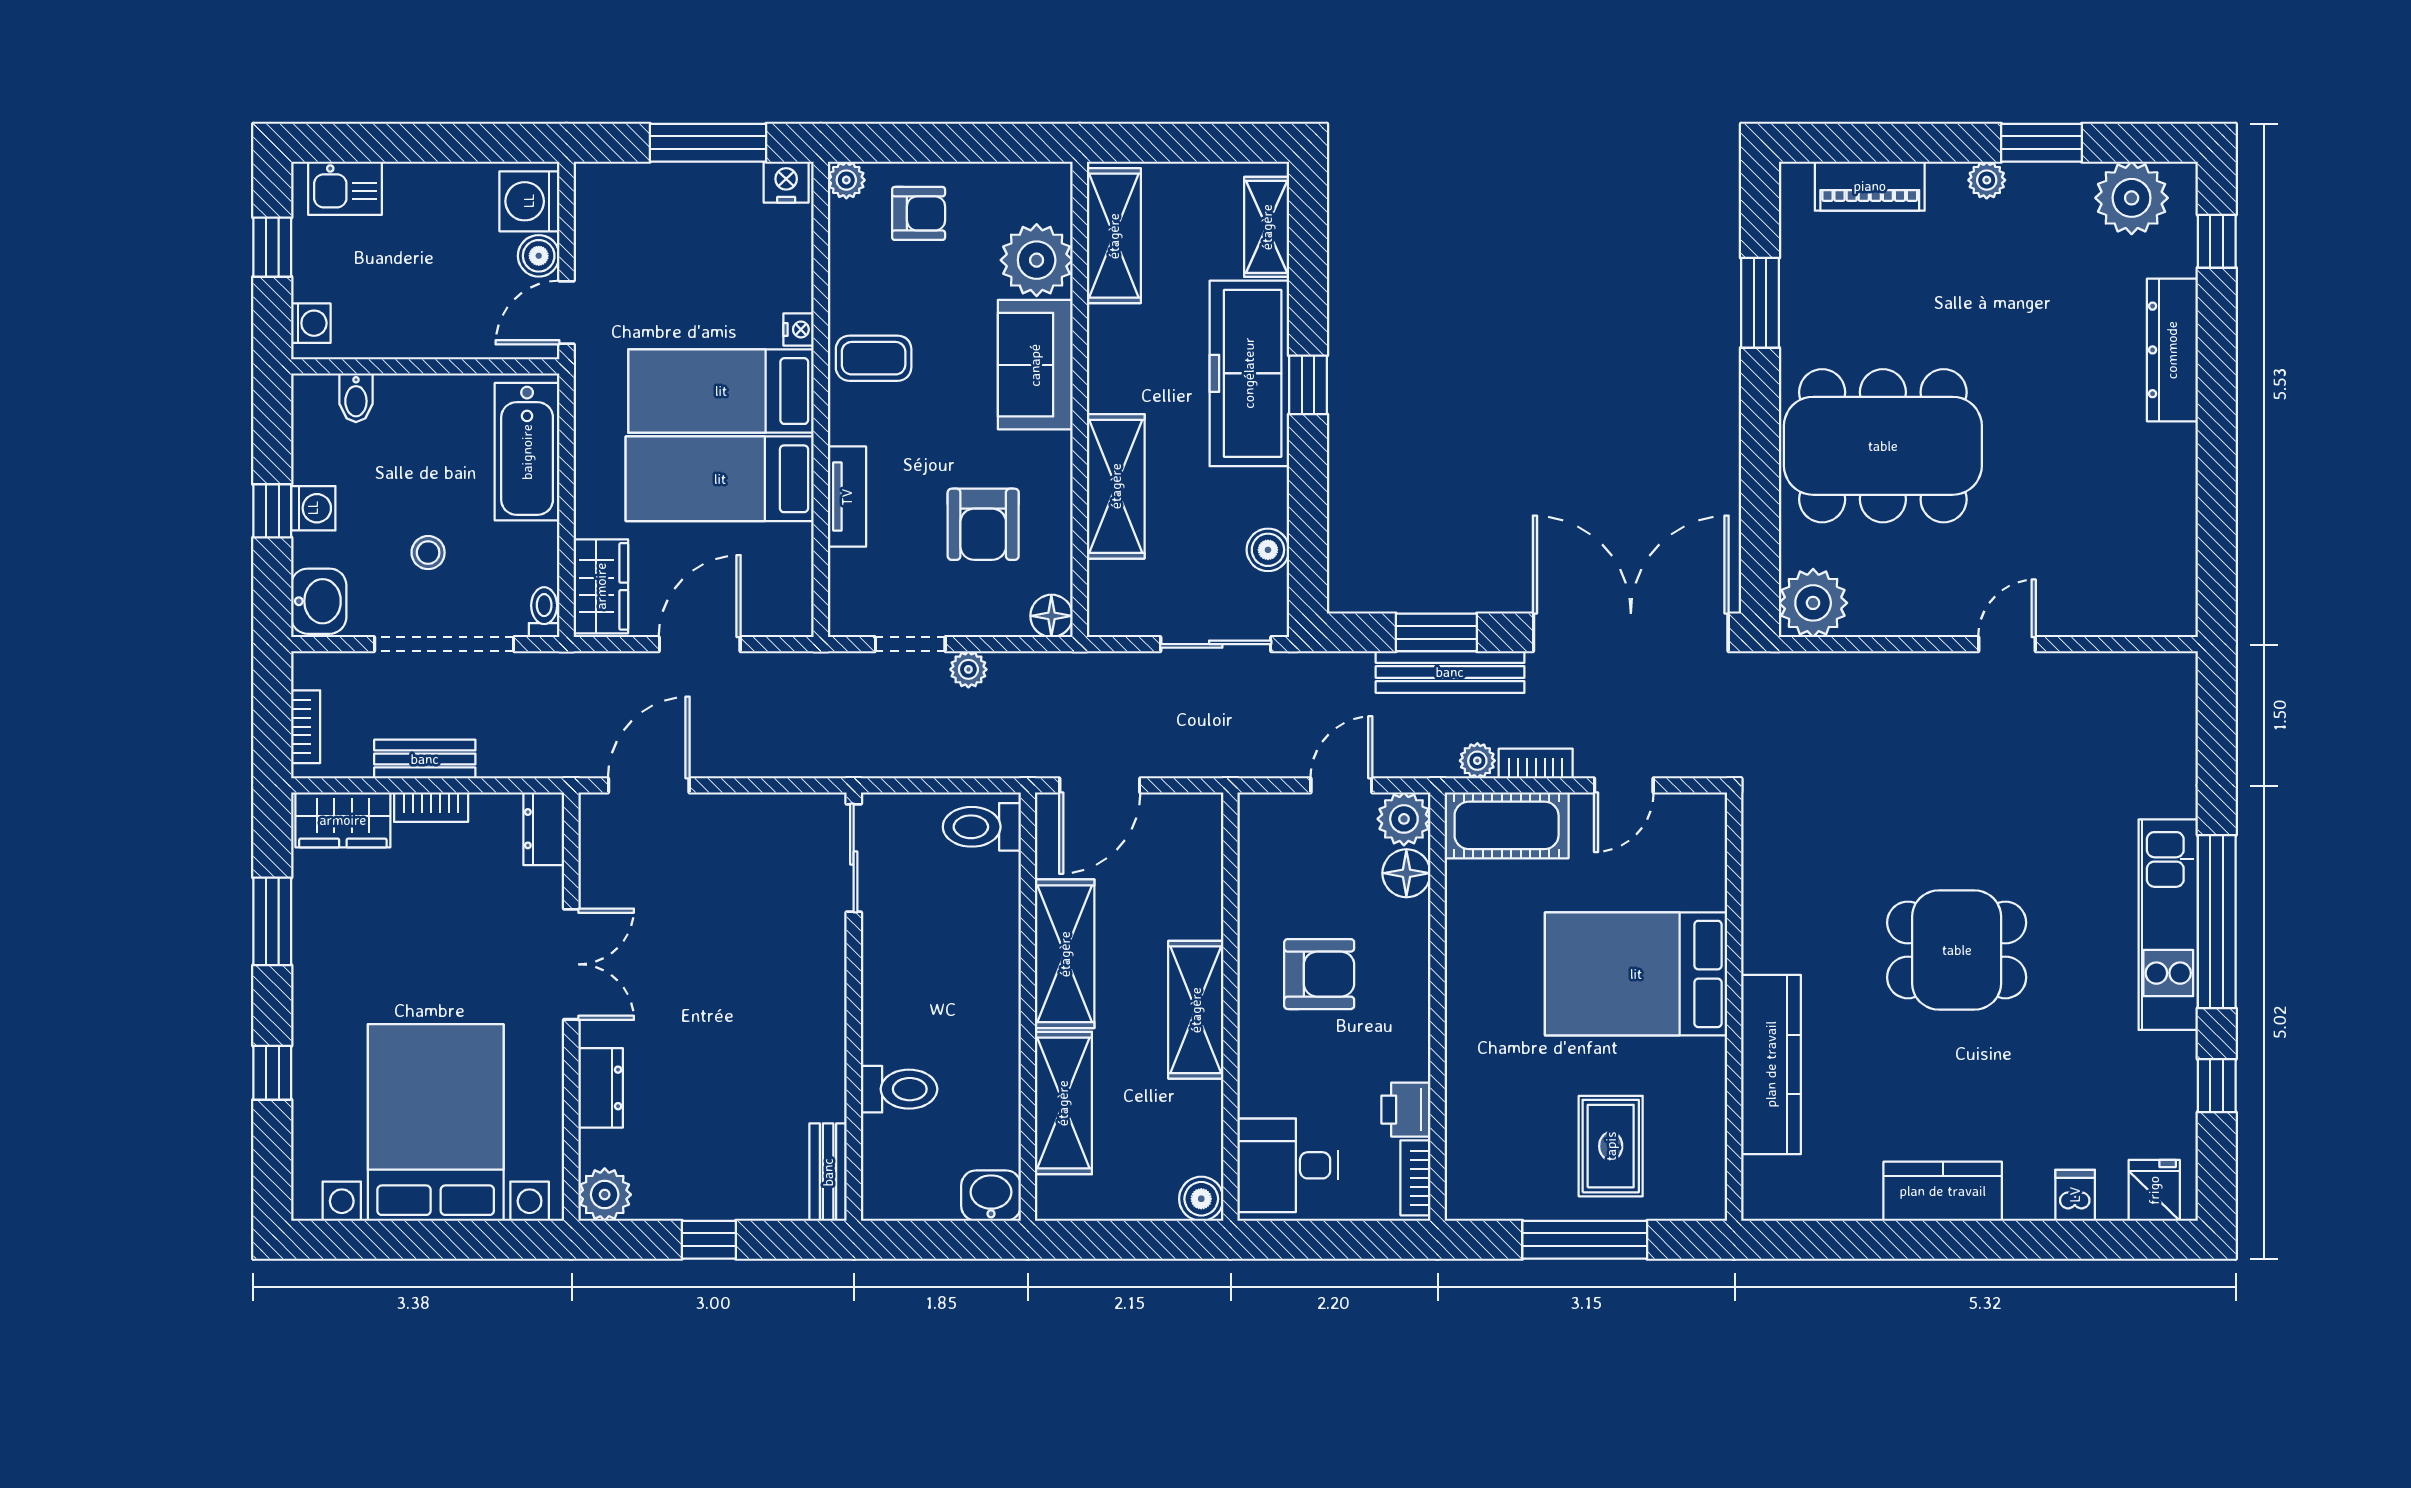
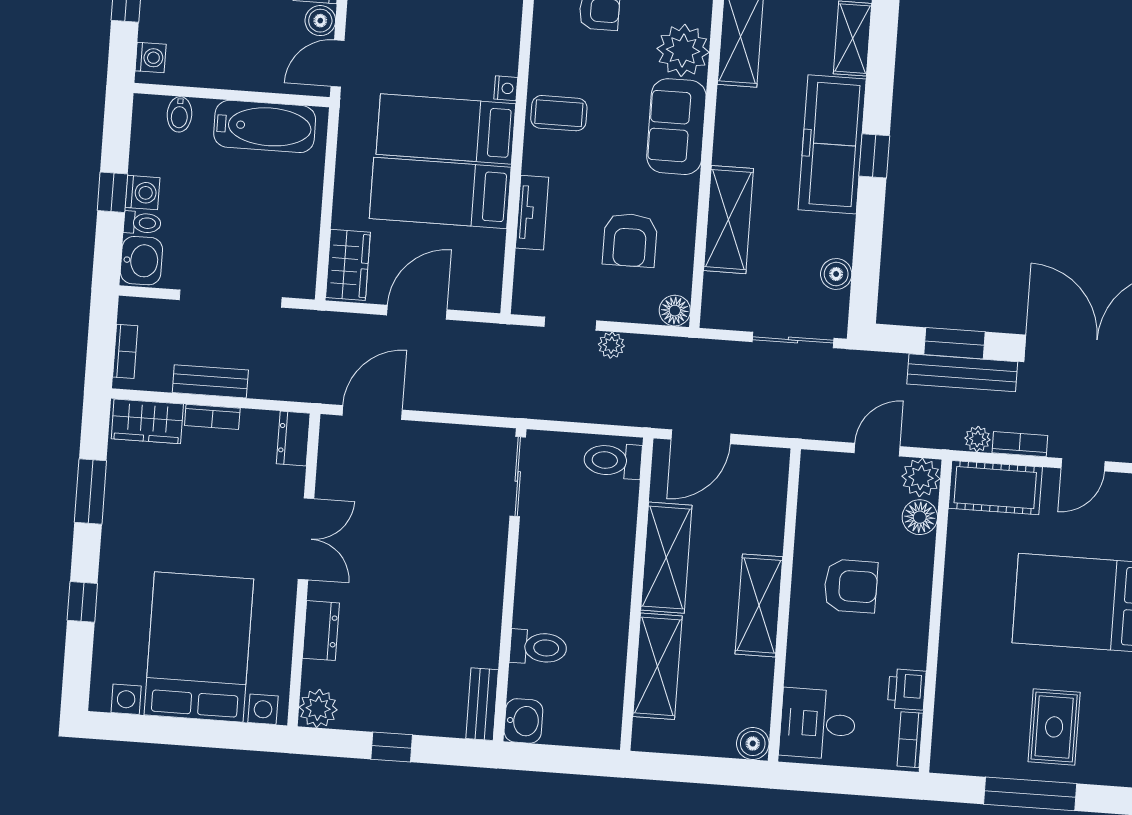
bathtub: (527, 452) -> (265, 126), moved, turned -90
stool: (428, 553) -> (224, 231), removed
toilet: (544, 612) -> (142, 223), moved, turned 90
washbasin: (991, 1196) -> (523, 721), moved, turned 90

